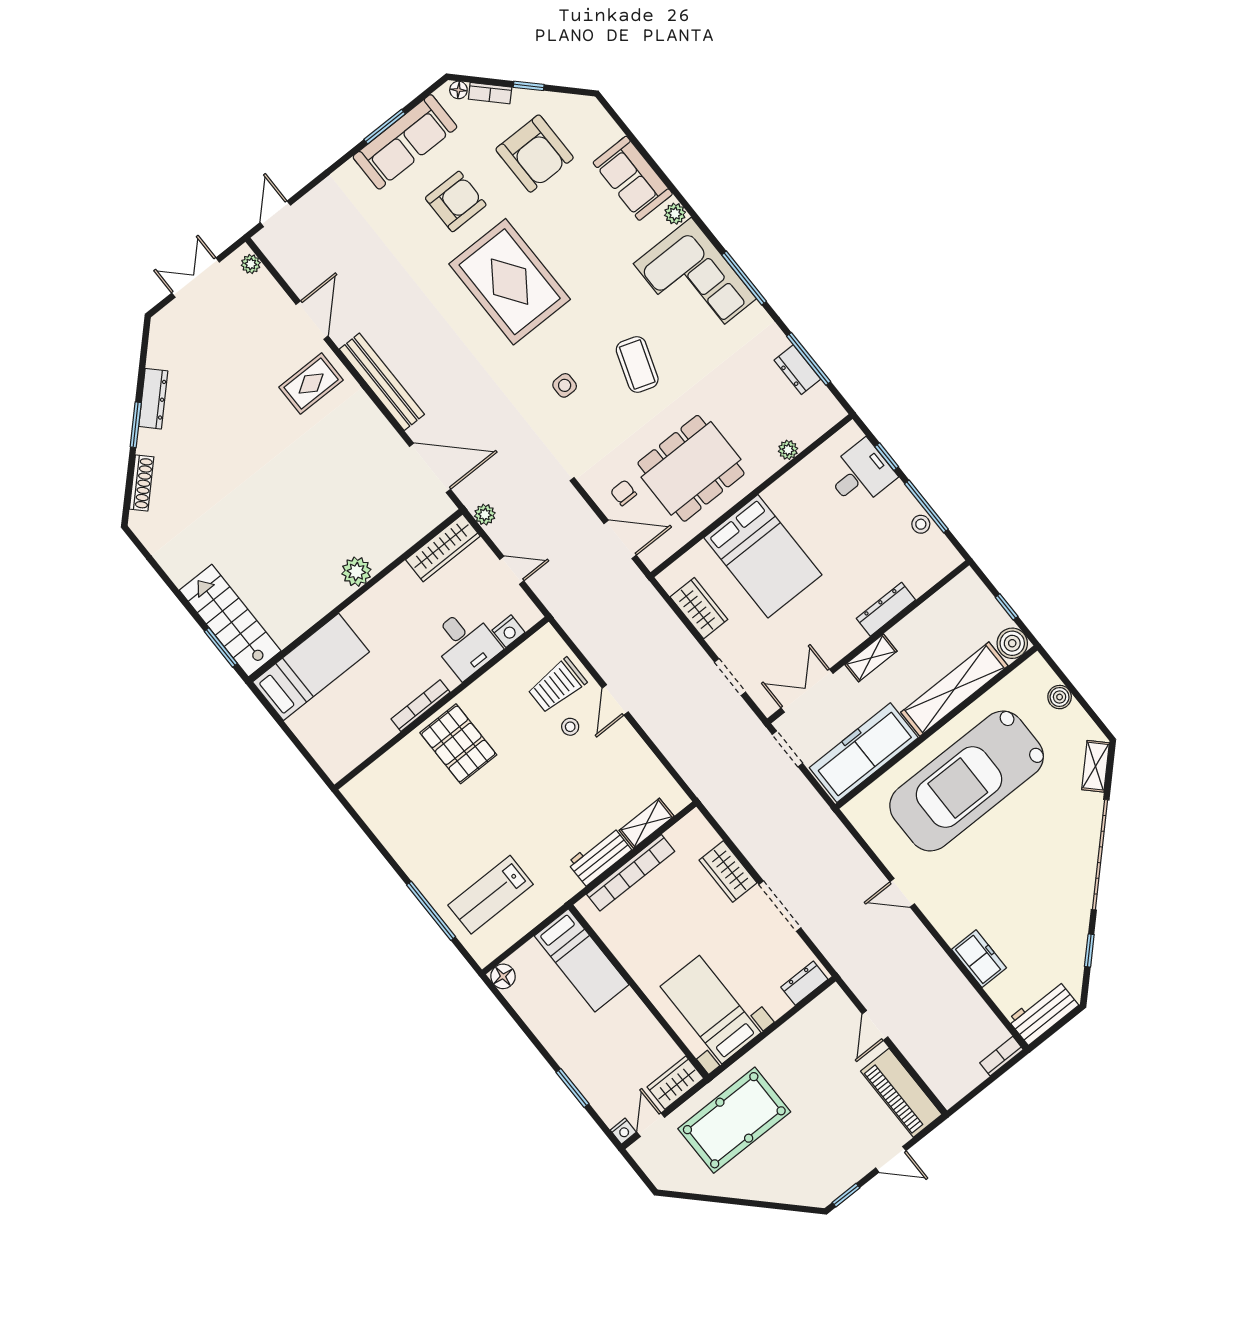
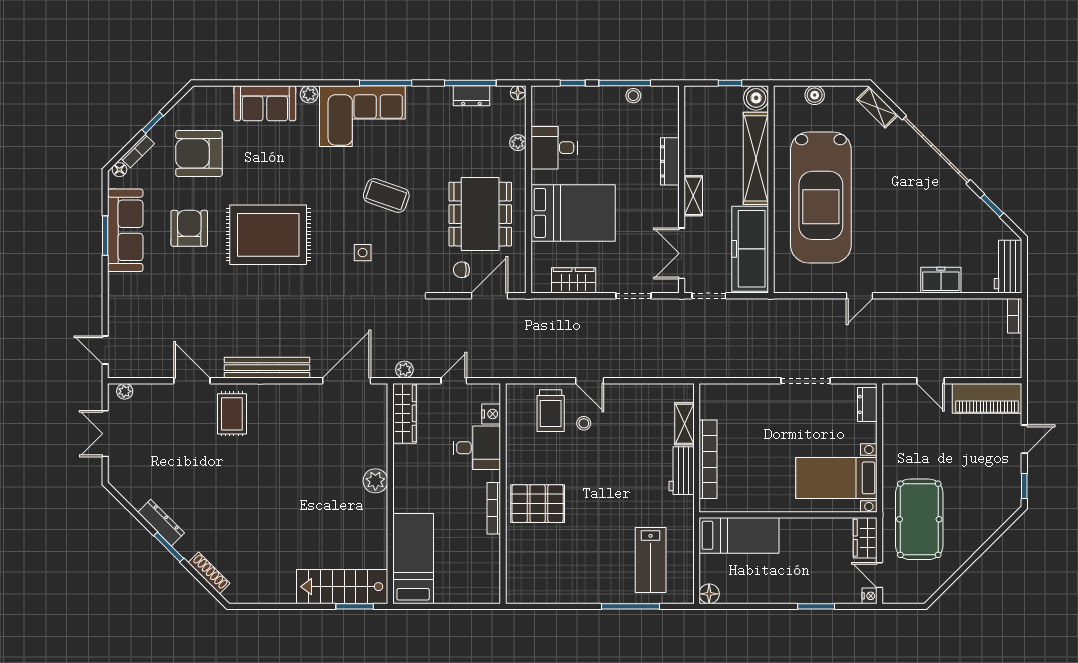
armchair: (535, 154) -> (199, 153), turned 180
floor lamp: (835, 412) -> (518, 93), added
desk: (861, 474) -> (554, 148), moved, turned -90
wardrobe: (728, 871) -> (757, 396), removed

